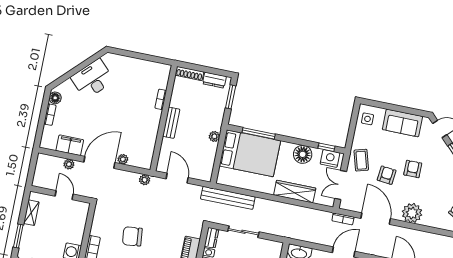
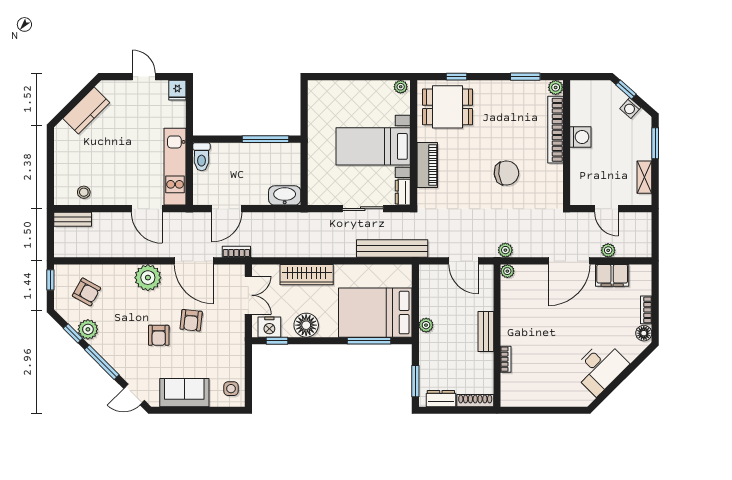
plant: (123, 159) -> (507, 271), moved
coffee table: (361, 160) -> (228, 333), removed

